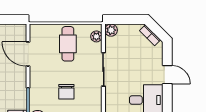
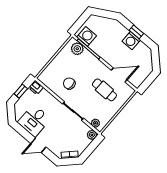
cafe table: (68, 44) -> (104, 90), moved
chair: (66, 92) -> (69, 84), moved

